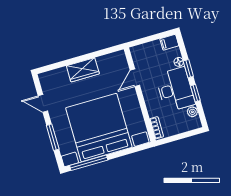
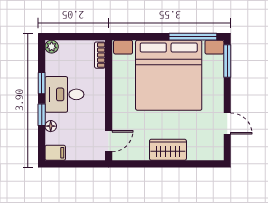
door: (135, 78) -> (109, 141), moved
desk: (175, 89) -> (64, 94), width x0.73
plant: (192, 112) -> (52, 47), moved
window: (53, 137) -> (227, 61), moved

